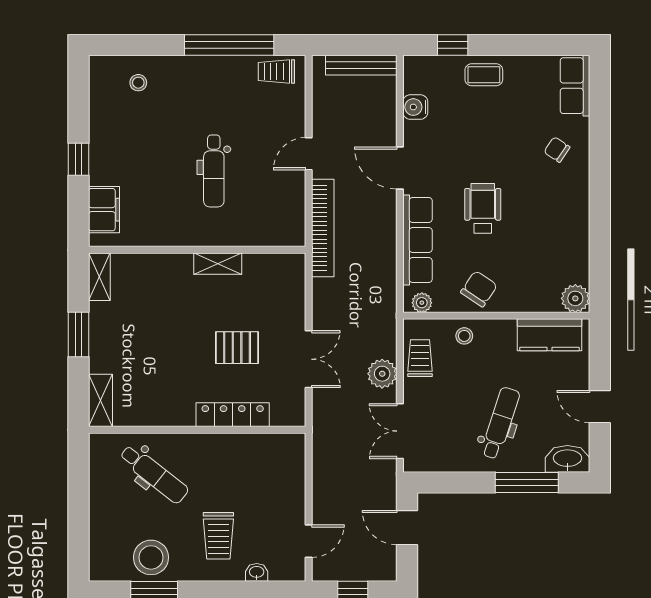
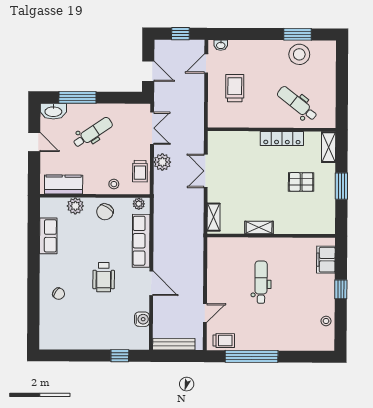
coffee table: (484, 75) -> (101, 338), removed
stool: (138, 83) -> (326, 321), moved
row of seats: (575, 86) -> (48, 236), moved
door: (309, 154) -> (205, 313), moved
wheelchair: (483, 208) -> (104, 277), moved
bookcase: (323, 228) -> (197, 248), removed
shelving: (99, 277) -> (214, 217), moved
plant: (575, 298) -> (75, 206), moved
pallet: (237, 348) -> (301, 182), moved
locker: (233, 415) -> (282, 138), moved
dental chair: (500, 423) -> (93, 133), turned -142
trolley: (218, 536) -> (235, 88), moved
washbasin: (257, 572) -> (221, 45), moved

